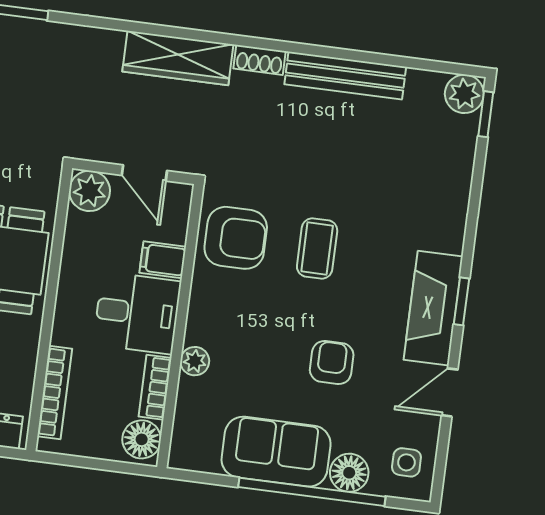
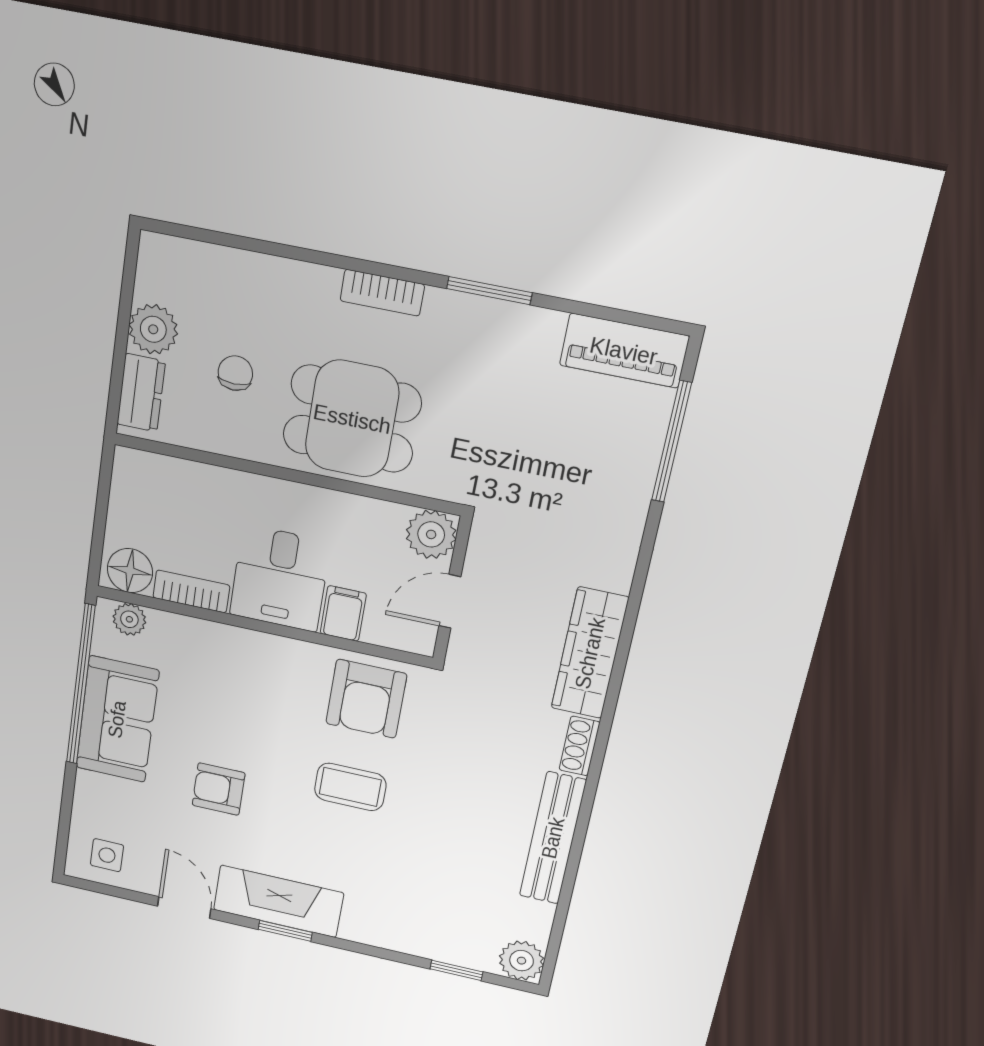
window: (486, 114) -> (456, 970), moved
plant: (195, 361) -> (129, 619), moved
armchair: (332, 363) -> (219, 789), turned 180
bookcase: (55, 392) -> (186, 473), removed
floor lamp: (349, 473) -> (95, 795), removed
window: (312, 492) -> (81, 685), moved

